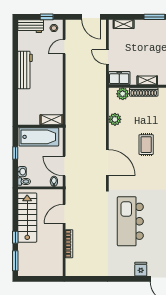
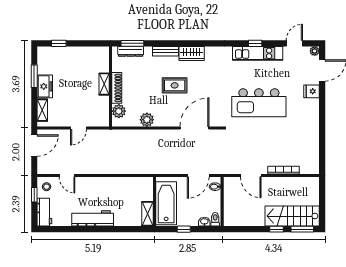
freezer: (119, 78) -> (45, 86), moved, turned 180
shelving: (51, 120) -> (147, 214), moved
stairs: (27, 218) -> (292, 216), moved

